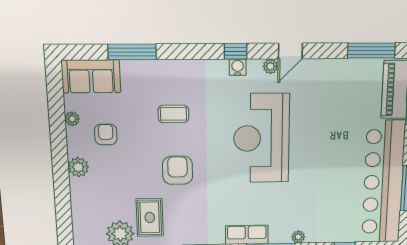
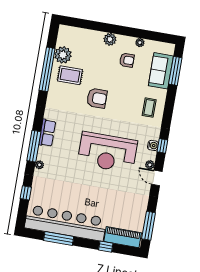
window: (132, 52) -> (175, 71), moved
sofa: (91, 76) -> (161, 71), moved
coffee table: (173, 114) -> (149, 108), moved
reception desk: (261, 138) -> (107, 152), turned 180

